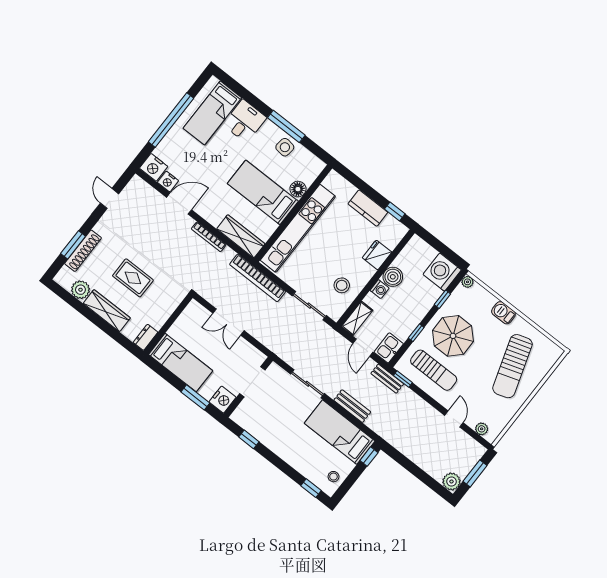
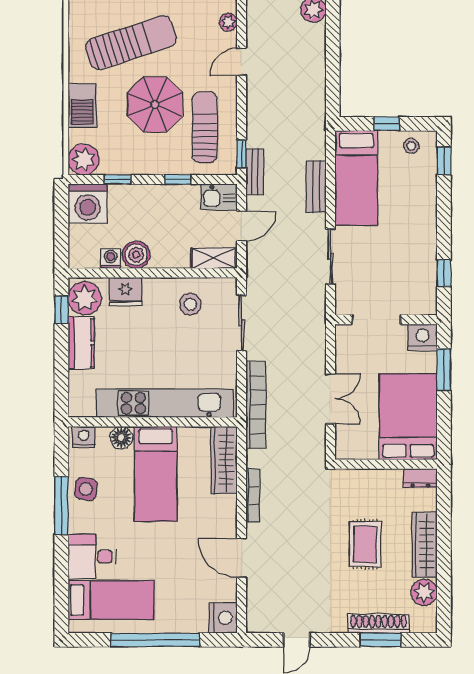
nightstand: (168, 182) -> (84, 437), moved, turned -90
plant: (391, 229) -> (85, 298), added
plant: (467, 282) -> (84, 160), width x1.88, depth x1.88
washing machine: (380, 289) -> (111, 259), moved
barbecue: (503, 313) -> (82, 105), width x1.38, depth x1.27
parasol: (453, 336) -> (155, 105), moved
bed: (181, 363) -> (408, 417), width x1.50
window: (369, 457) -> (387, 124), moved

